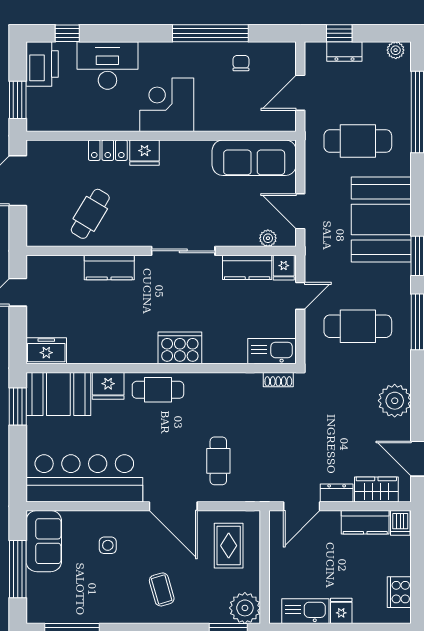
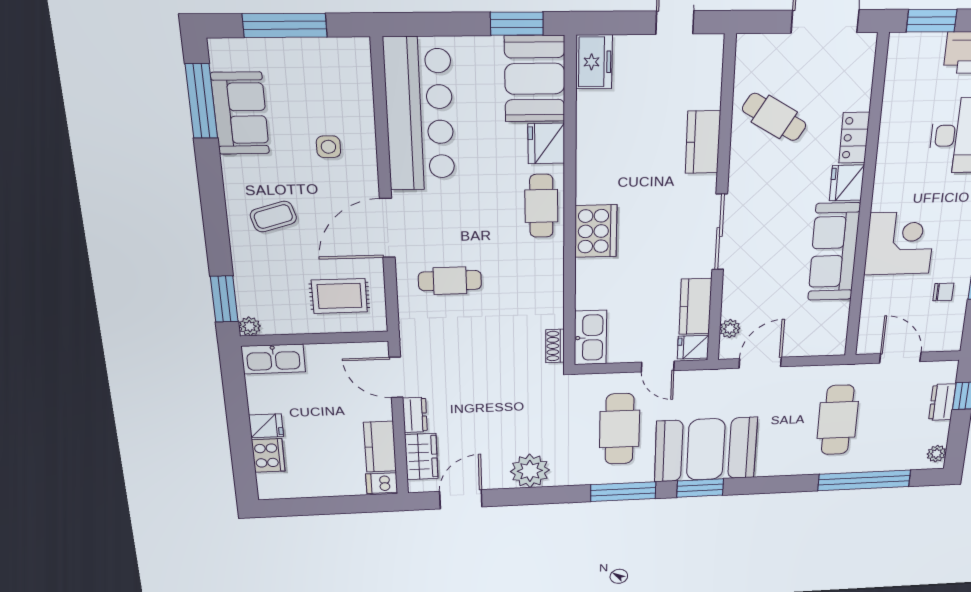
corner desk: (167, 105) -> (900, 243), moved
sofa: (254, 158) -> (834, 252), moved
booth: (381, 220) -> (706, 449), moved
sofa: (44, 541) -> (240, 113), moved, turned -90
cooker: (399, 592) -> (268, 455), moved, turned 90
plant: (245, 608) -> (250, 326), width x0.53, depth x0.53
kitchen sink: (305, 611) -> (273, 359), moved, turned 90

